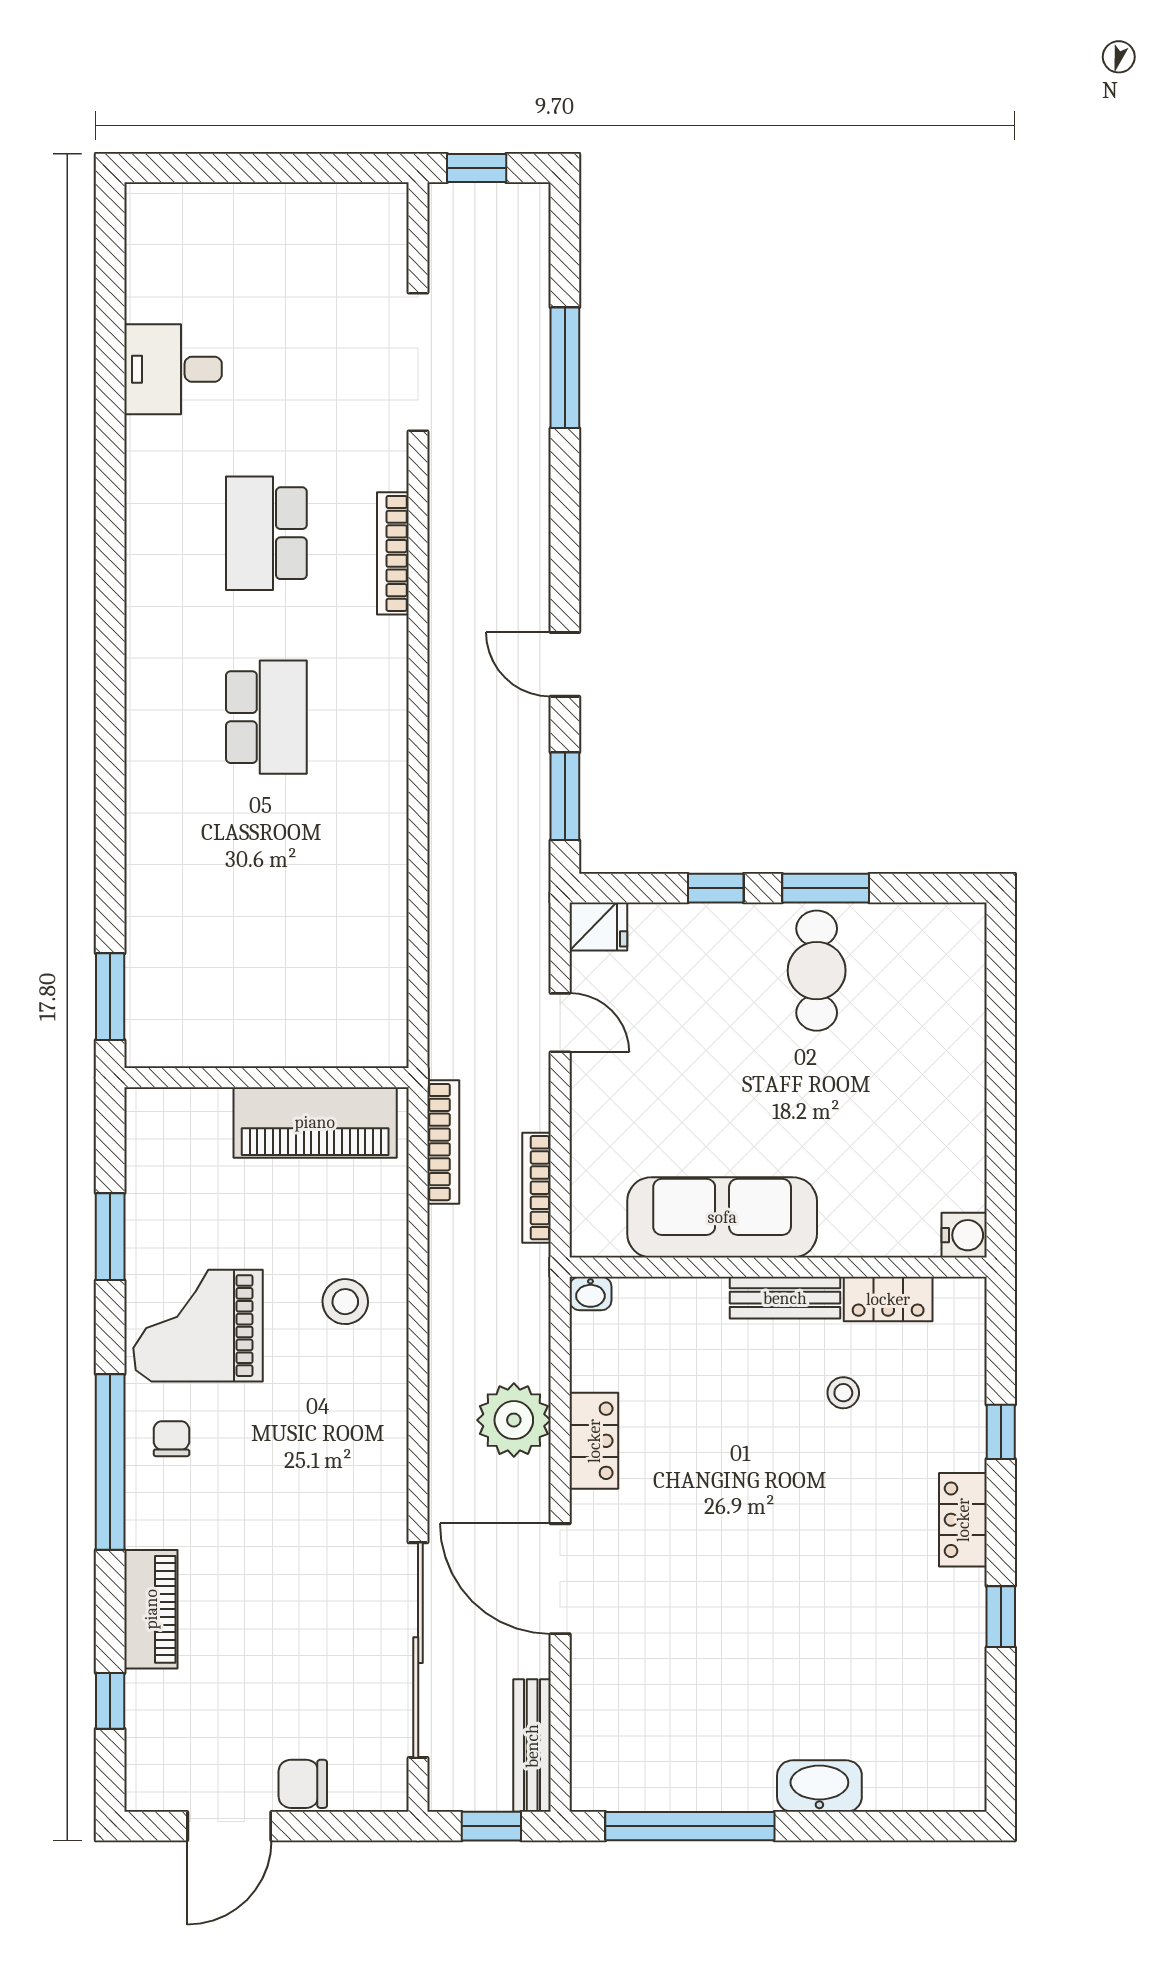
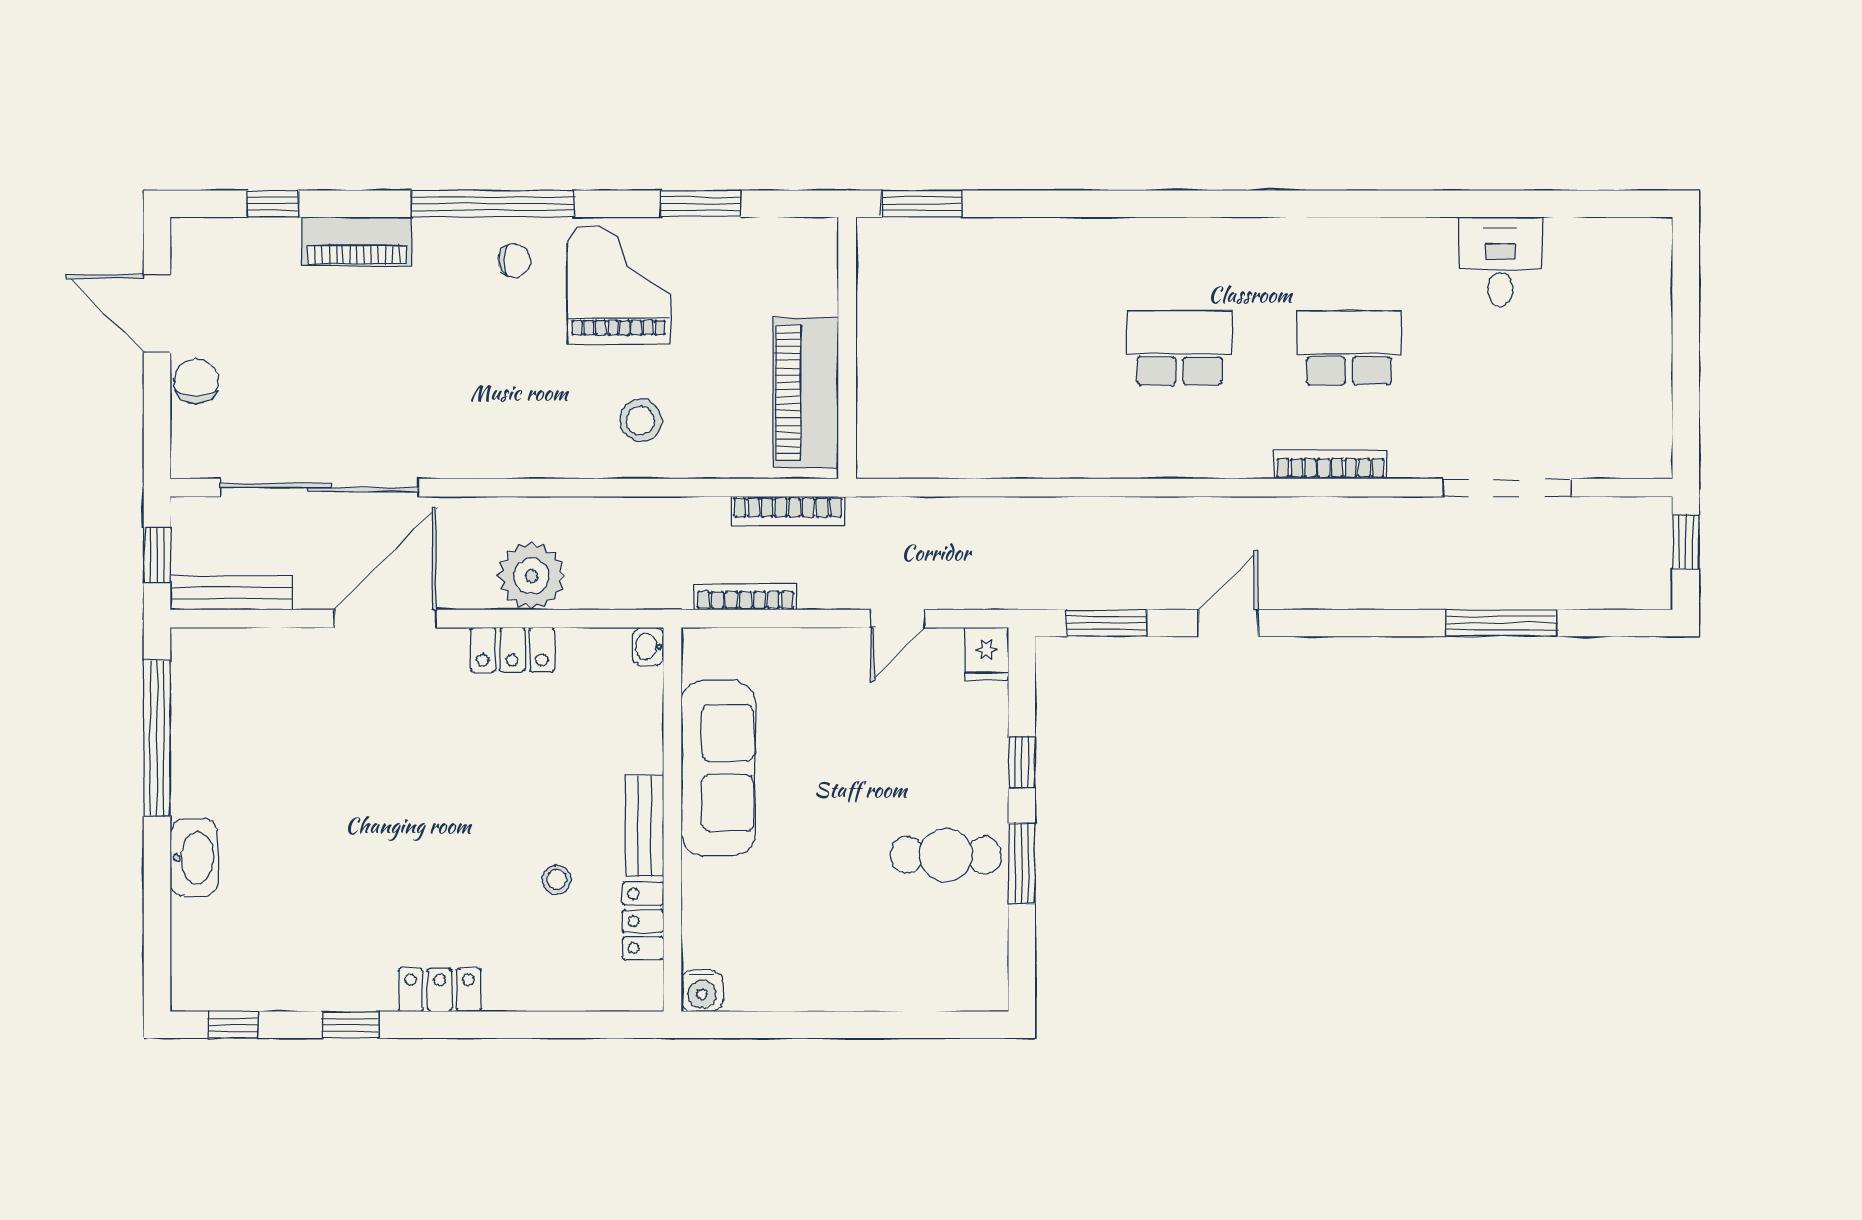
school desk: (266, 717) -> (1179, 348), turned 180
window: (1001, 1432) -> (233, 1025), moved

